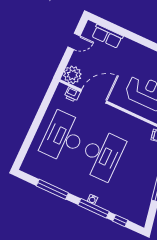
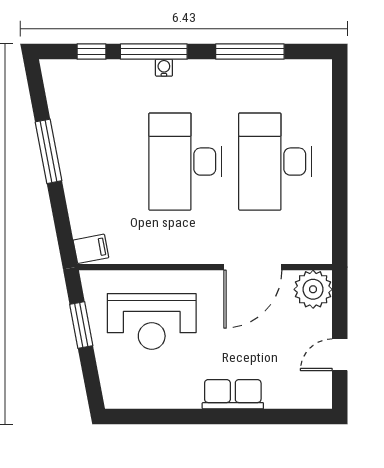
row of seats: (107, 36) -> (233, 394), moved
printer: (72, 94) -> (296, 251), removed
desk: (63, 137) -> (275, 162), turned 180

